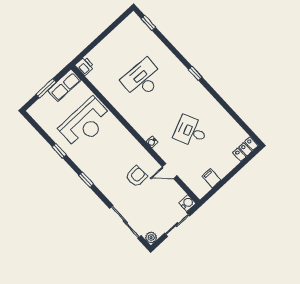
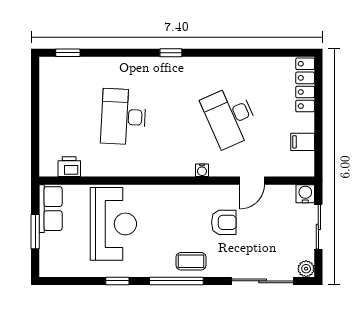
printer: (85, 66) -> (69, 167), moved
desk: (191, 131) -> (230, 117), width x1.37
locker: (245, 149) -> (305, 85), width x1.53
armchair: (136, 176) -> (224, 222), turned 92
coffee table: (102, 178) -> (191, 261), added
window: (86, 180) -> (176, 281), width x2.17

